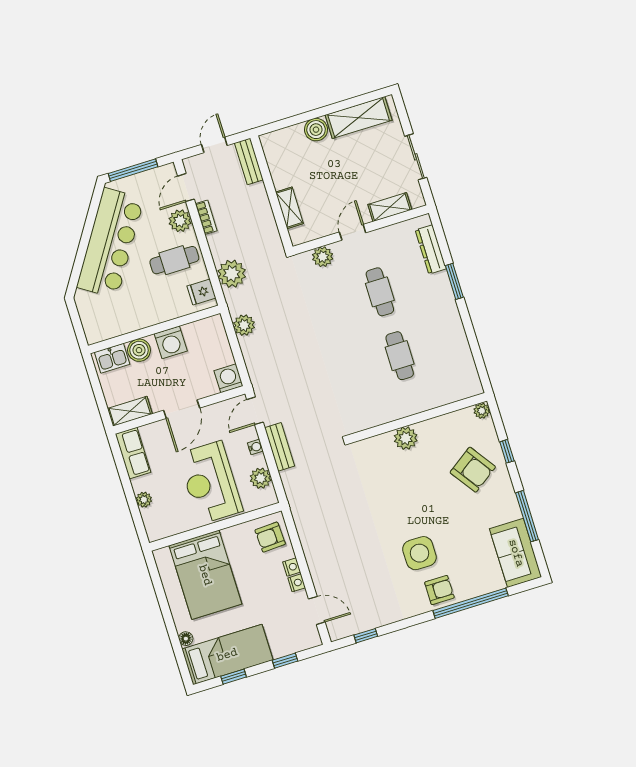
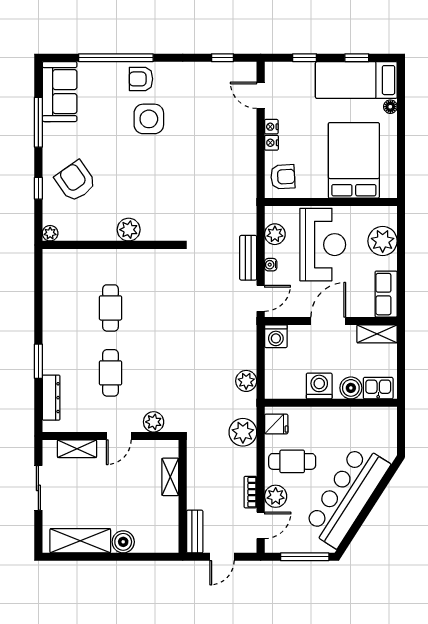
plant: (144, 500) -> (383, 241), width x1.87, depth x1.87

